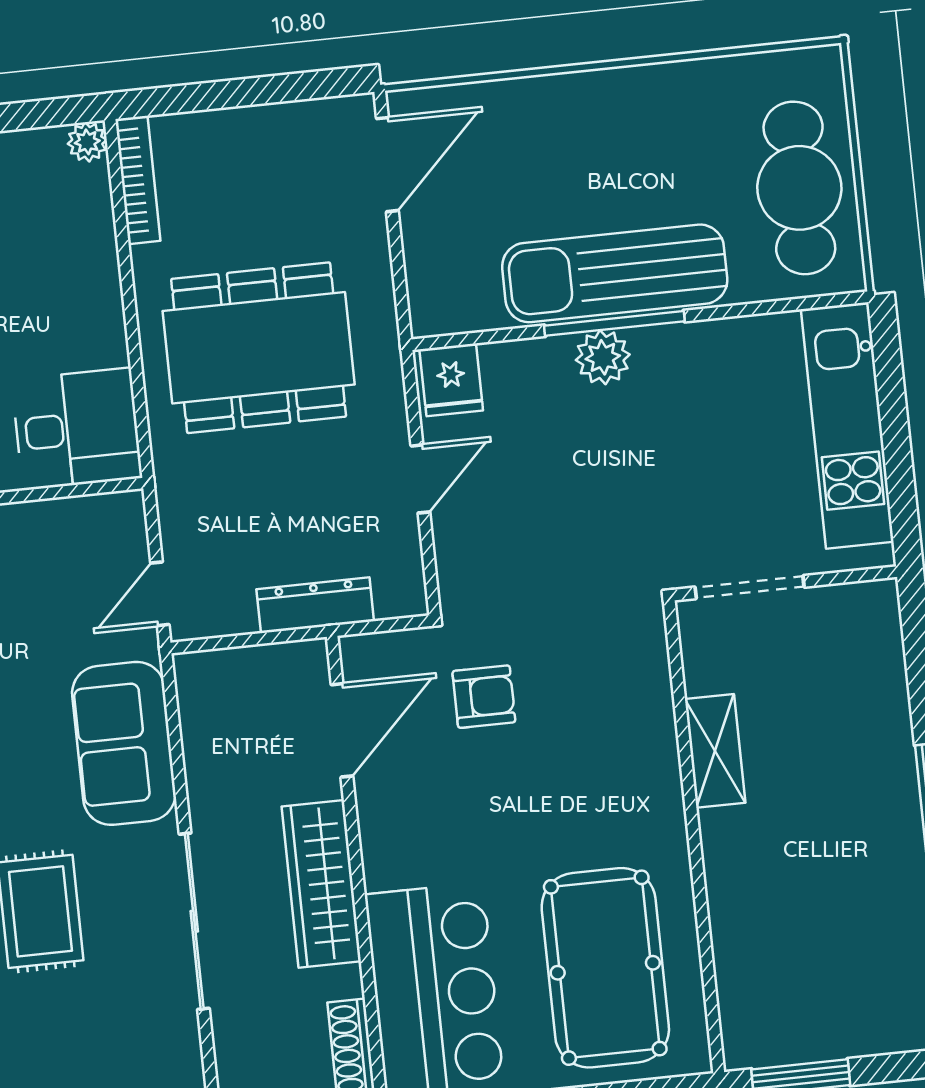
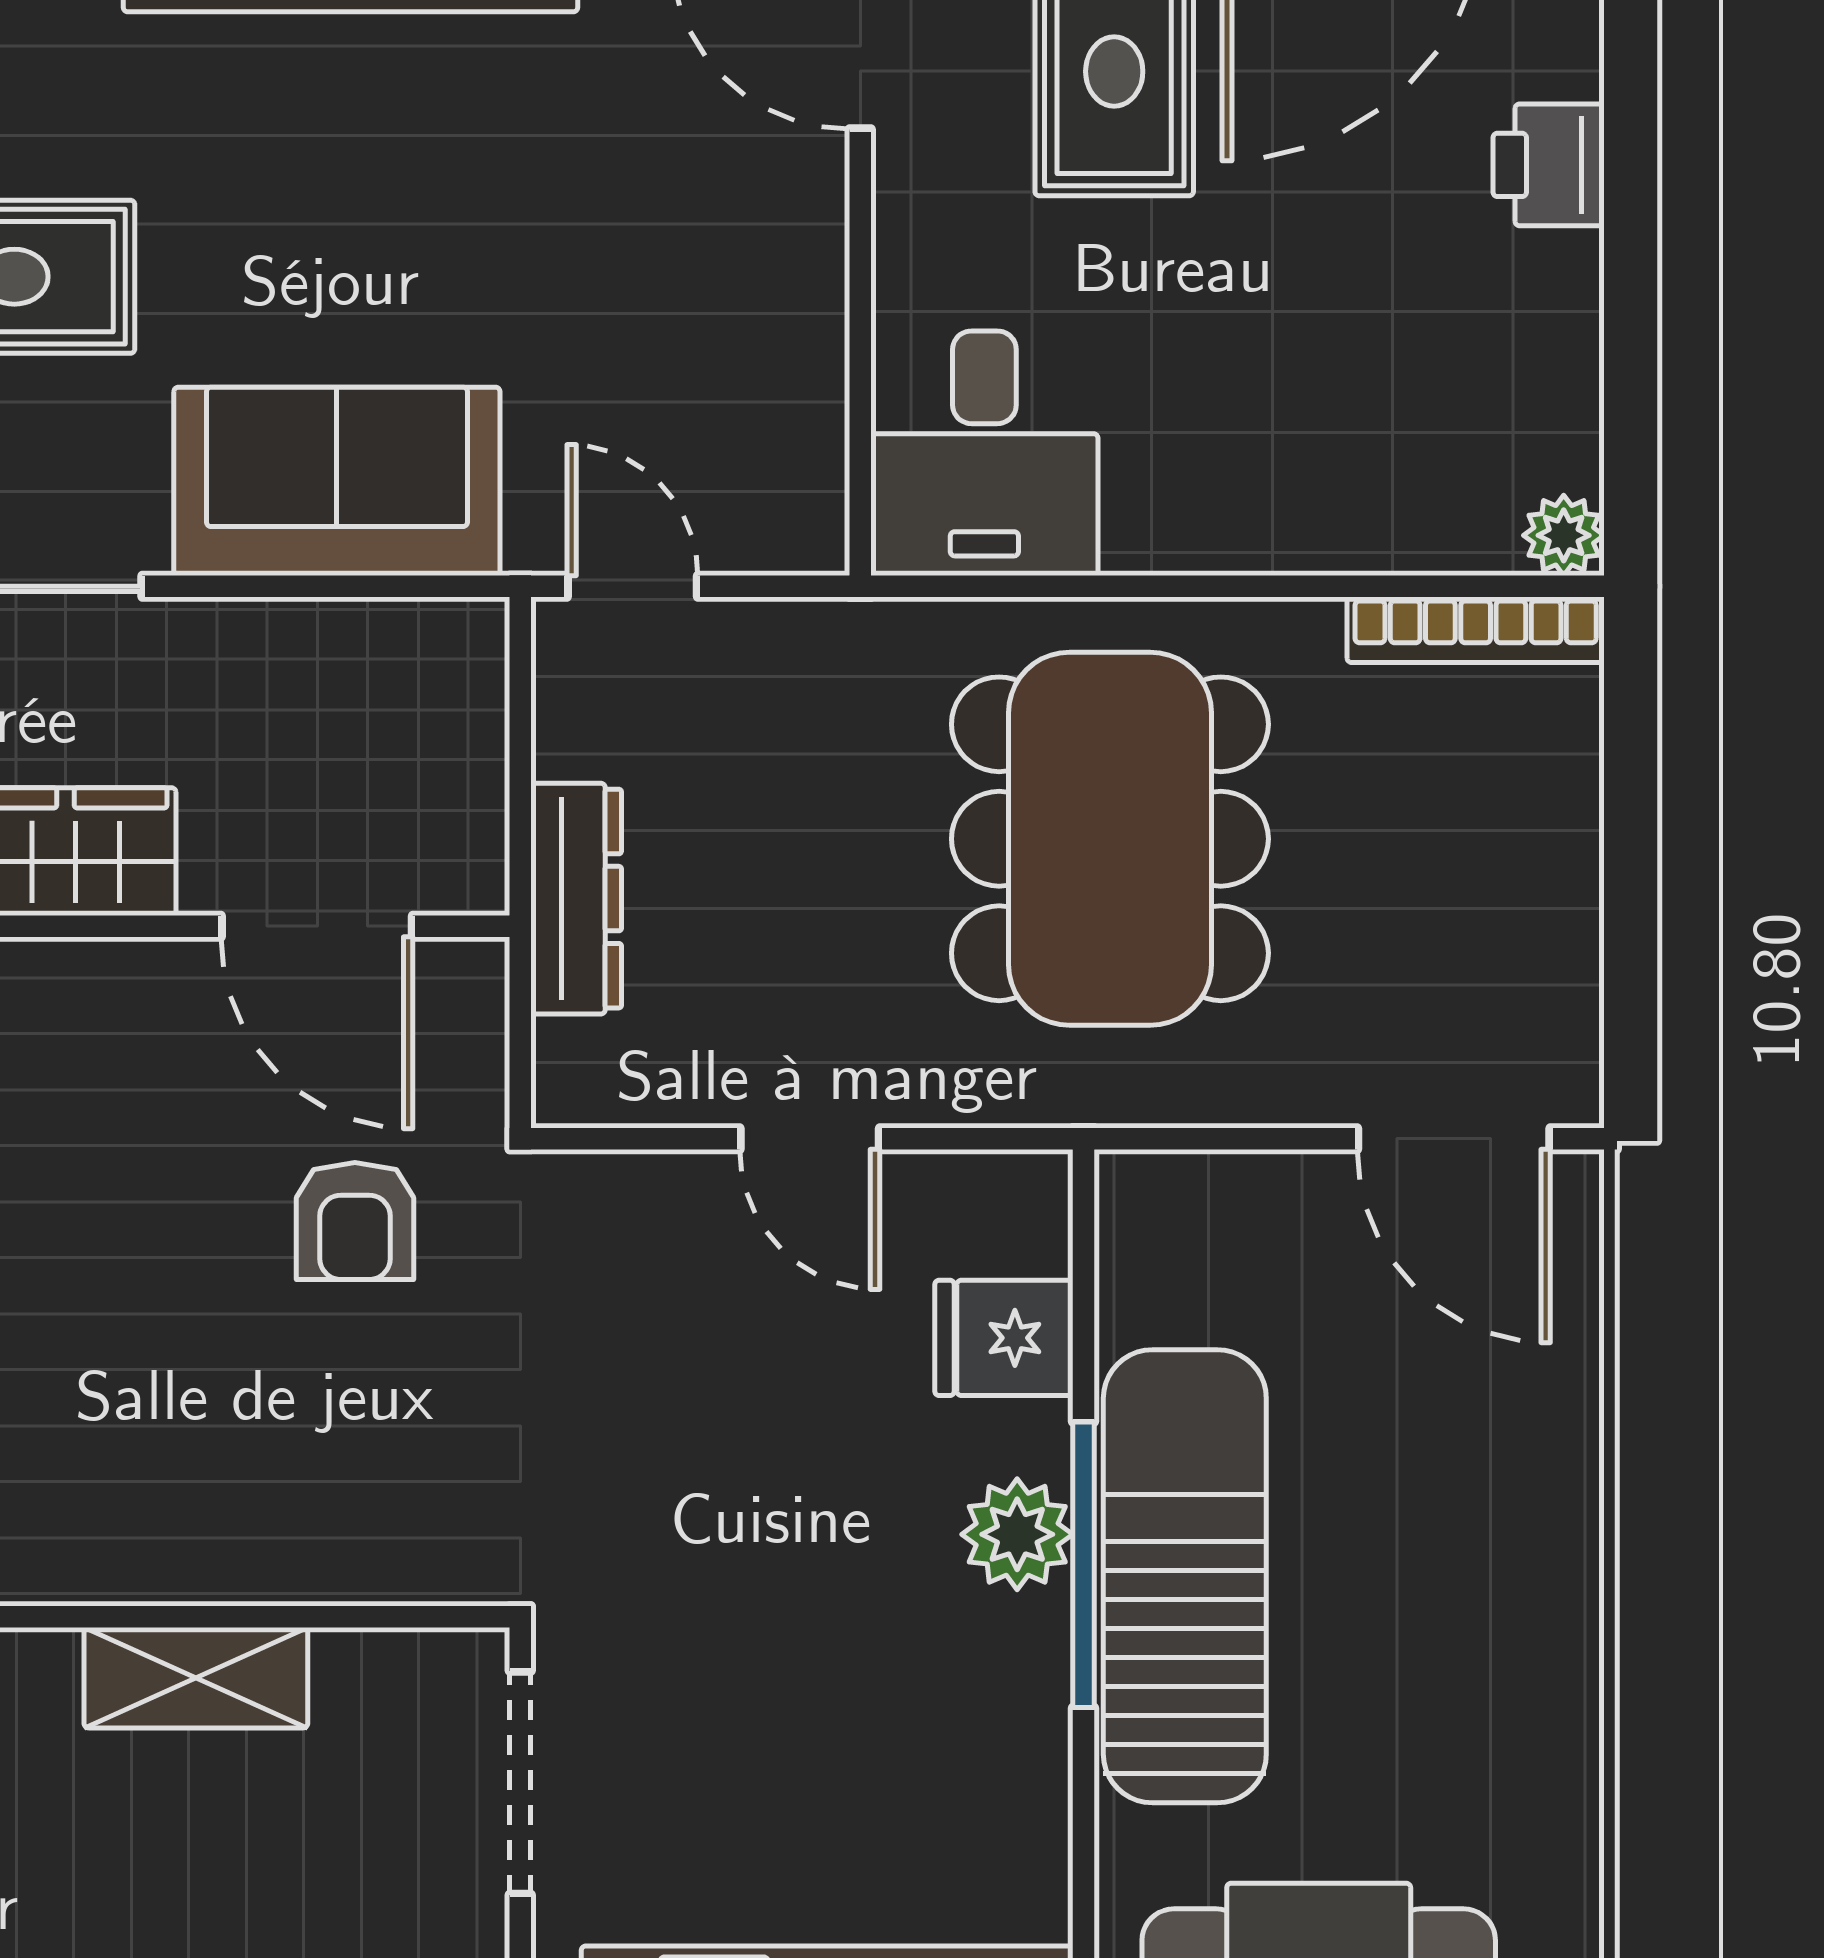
fridge: (451, 380) -> (1004, 1338), moved

